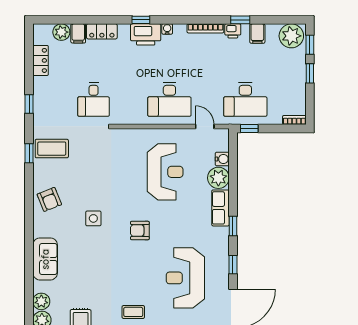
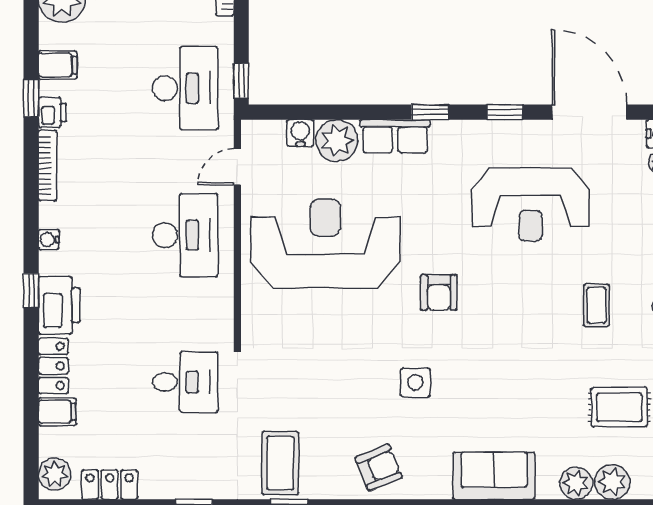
plant: (61, 32) -> (55, 474), moved
printer: (146, 34) -> (59, 305), moved
reception desk: (165, 172) -> (325, 244), width x1.36, depth x1.30

